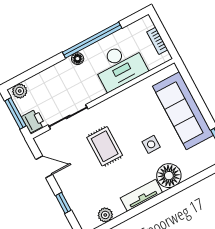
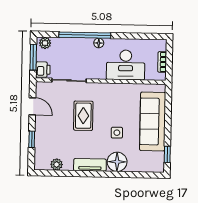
window: (92, 40) -> (85, 35), moved

